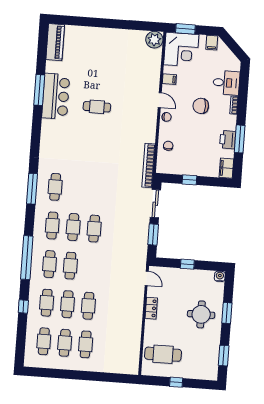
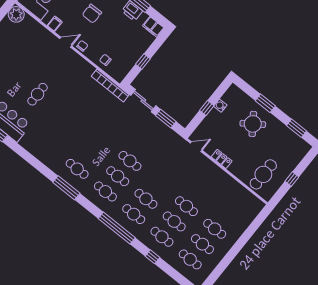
water cooler: (220, 276) -> (220, 106), moved
round table: (201, 314) -> (253, 124), turned -35

